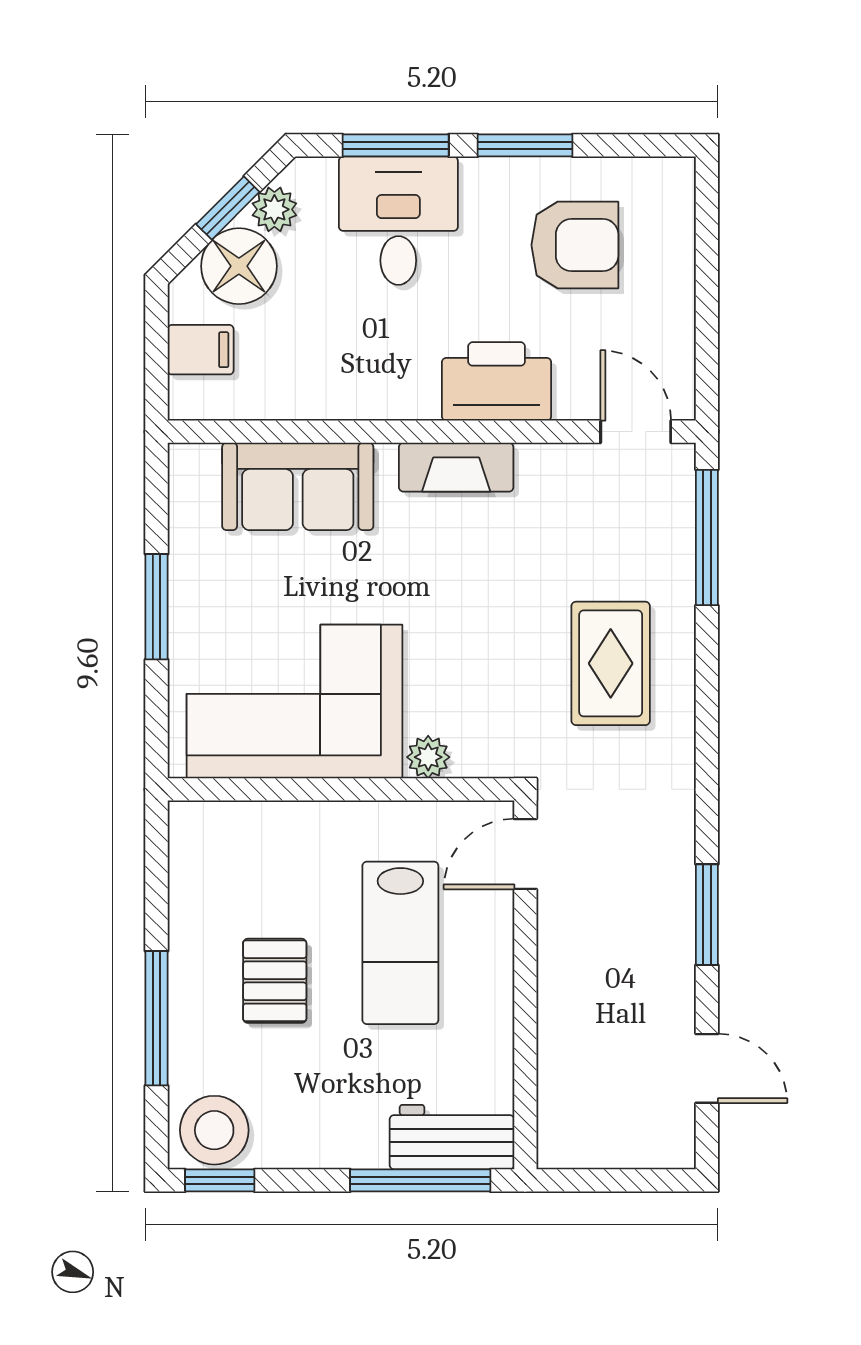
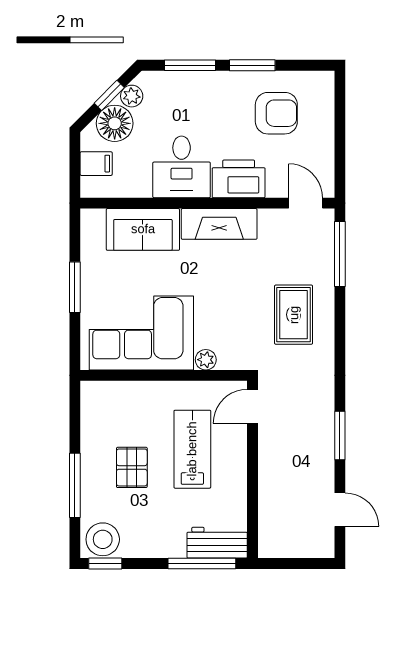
desk: (398, 221) -> (182, 167), moved, turned 180
fireplace: (456, 467) -> (219, 224), width x1.37, depth x1.32
lab bench: (400, 943) -> (192, 449), turned 180

